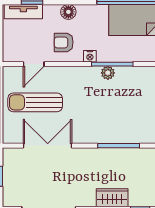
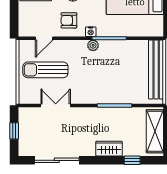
plant: (108, 73) -> (93, 45), moved
double door: (48, 146) -> (56, 106), width x0.73

